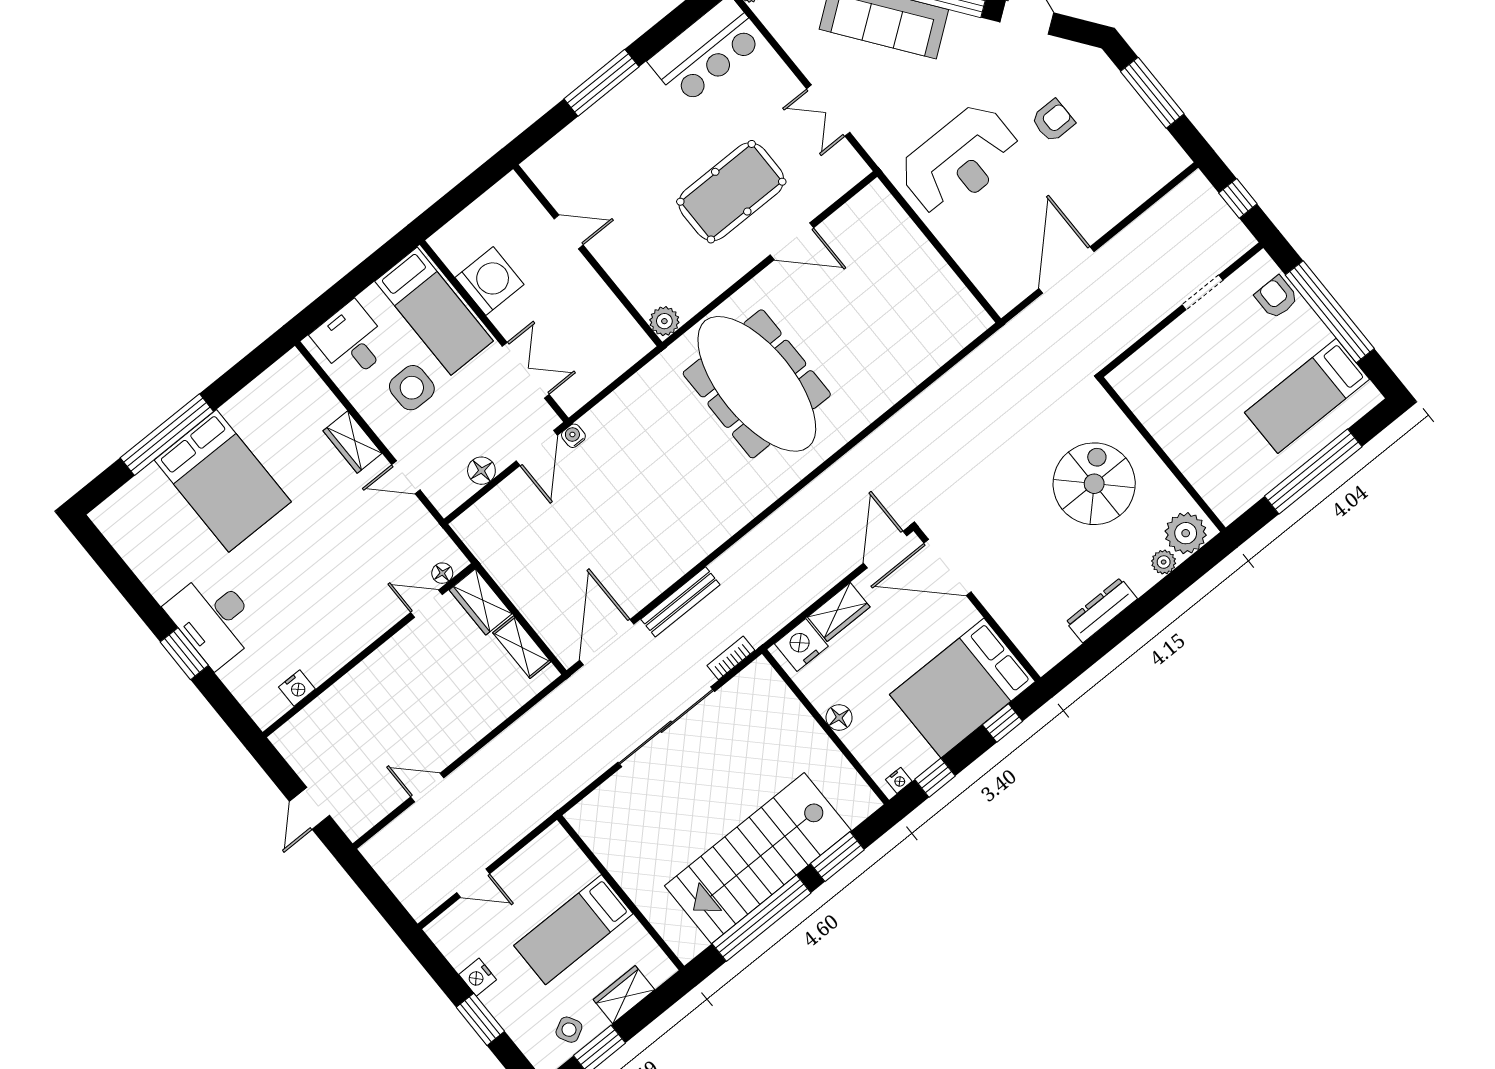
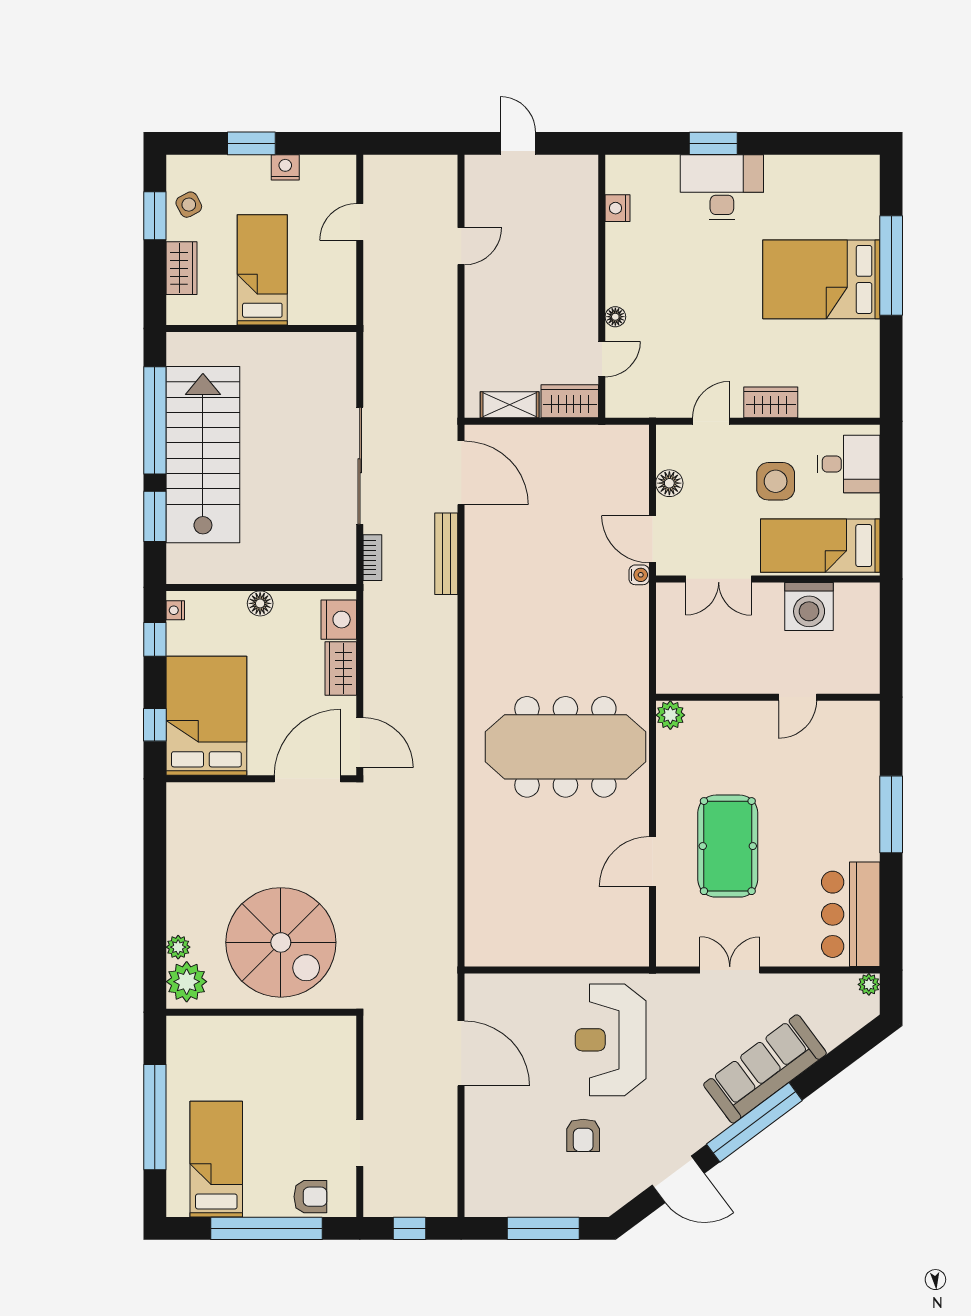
spiral stairs: (1094, 484) -> (281, 942), width x1.37, depth x1.37
floor lamp: (442, 573) -> (615, 317), moved
dresser: (1102, 610) -> (180, 870), removed

